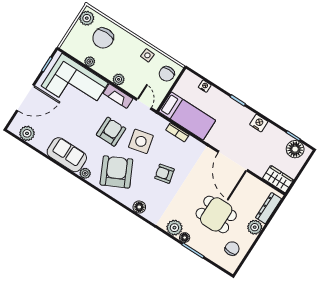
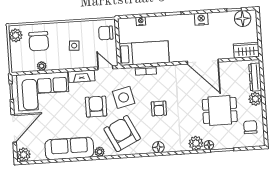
side table: (147, 55) -> (74, 46), moved
chair: (167, 74) -> (106, 33), turned 90
plant: (119, 79) -> (73, 64), removed
plant: (27, 133) -> (24, 155), moved
sofa: (67, 155) -> (69, 148), width x1.36
armchair: (164, 174) -> (159, 109), turned -77

